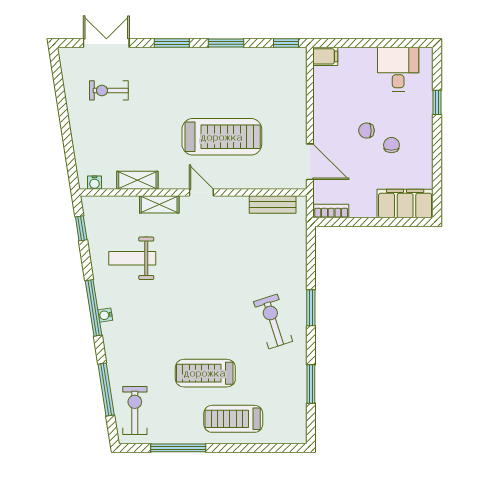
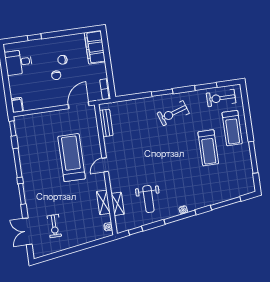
window: (226, 43) -> (18, 163), width x1.44
shelving: (159, 204) -> (118, 204), moved
exercise bike: (135, 410) -> (221, 98), moved

